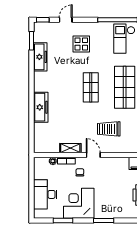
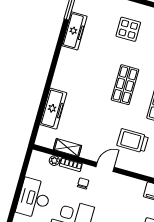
freezer: (41, 107) -> (53, 109), moved
shelving: (70, 148) -> (67, 148), moved
door: (93, 155) -> (105, 167), hinge flipped

